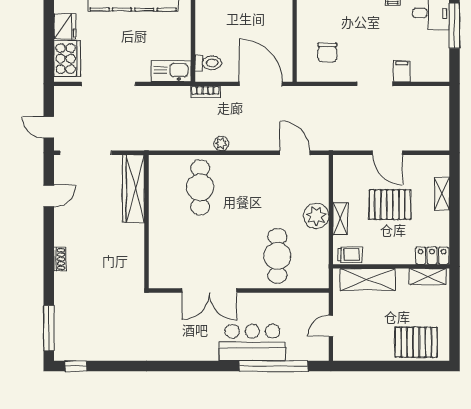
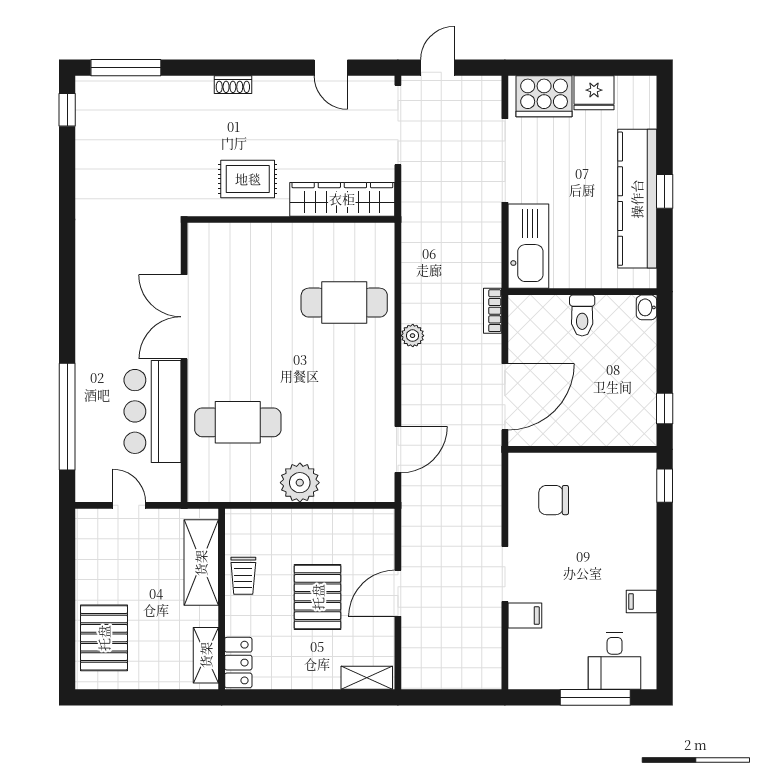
toilet: (208, 63) -> (582, 315), moved
kitchen sink: (171, 71) -> (528, 246), width x1.36, depth x1.24
shelving: (442, 194) -> (367, 678), moved
shelving: (340, 219) -> (296, 520), removed
rug: (120, 250) -> (248, 179), added
trolley: (350, 255) -> (243, 576), moved
bar counter: (252, 343) -> (153, 411), moved, turned 180

